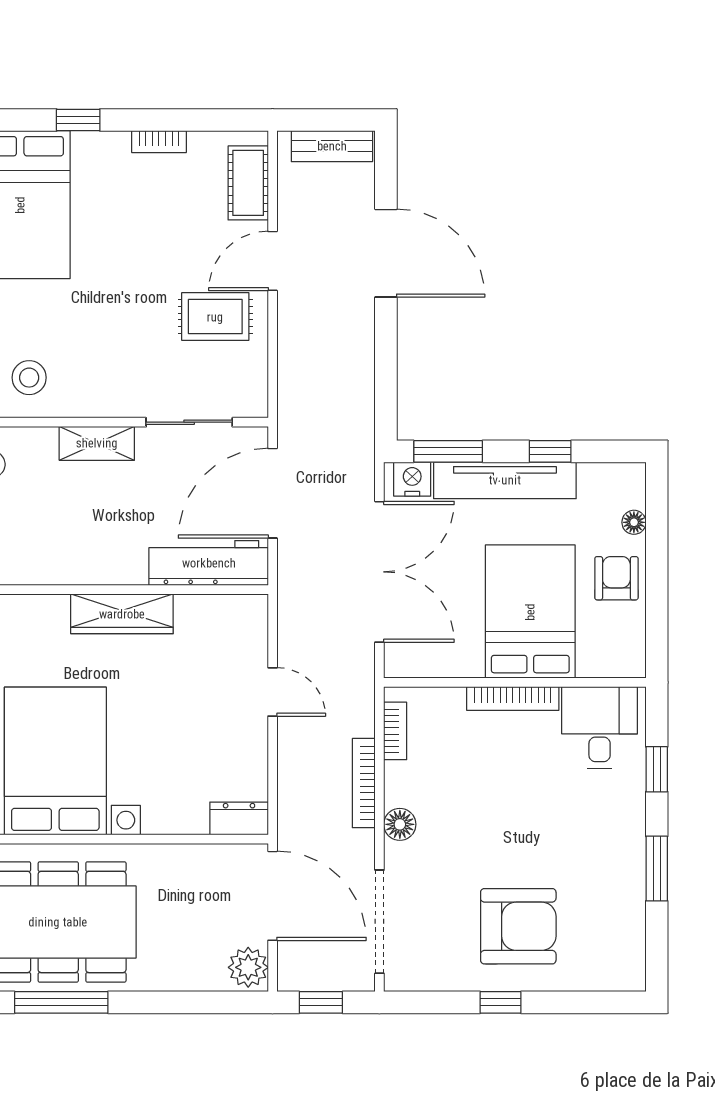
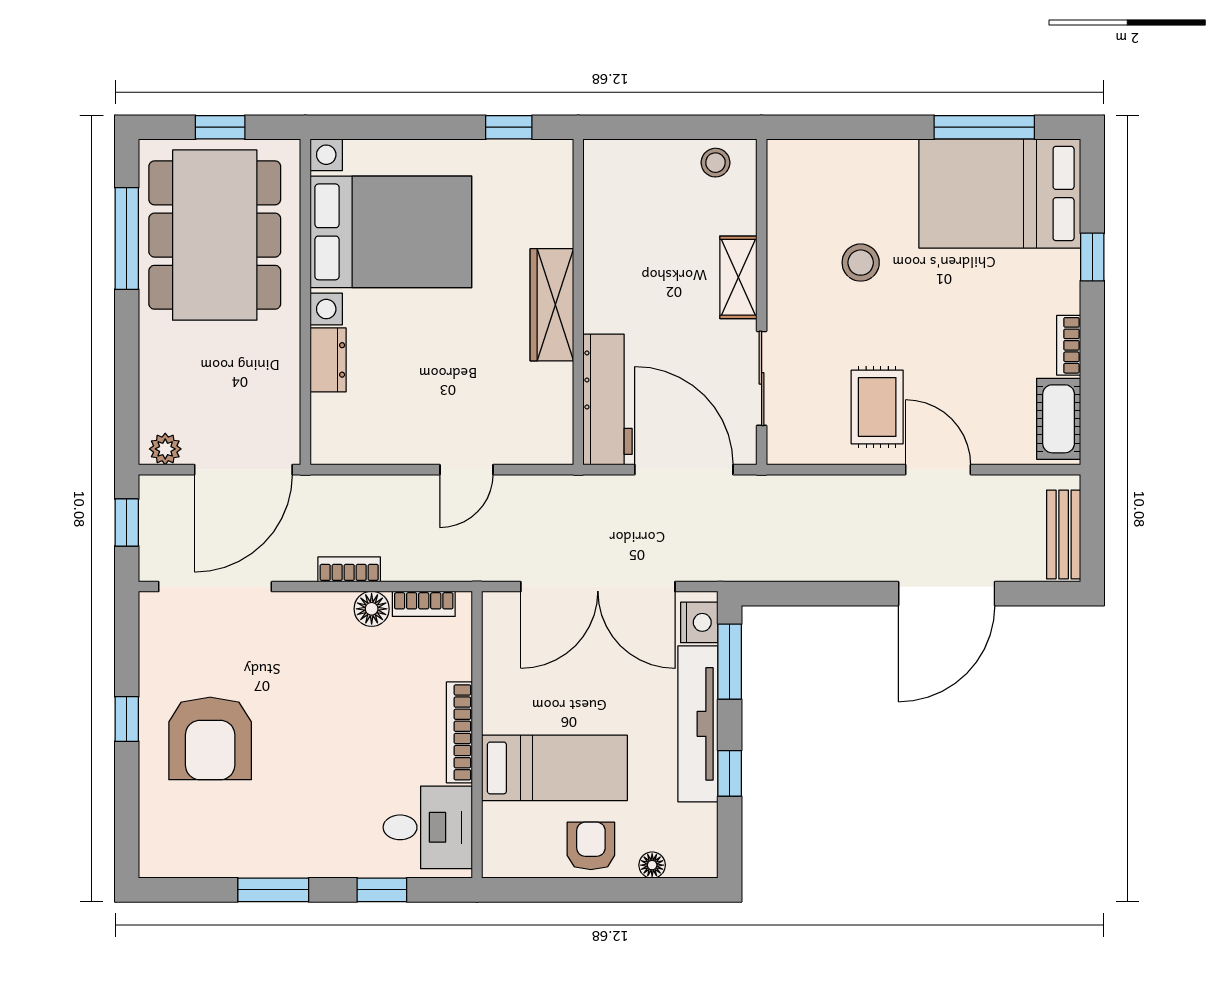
cot: (248, 183) -> (1059, 419), moved, turned 90
stool: (29, 378) -> (861, 263), moved
armchair: (616, 578) -> (591, 846), turned -90
bed: (530, 612) -> (554, 768), width x0.67
bookcase: (364, 783) -> (349, 569), width x0.64
dresser: (239, 818) -> (328, 360), moved
floor lamp: (400, 824) -> (372, 609), moved
plant: (248, 967) -> (165, 449), width x0.73, depth x0.73

